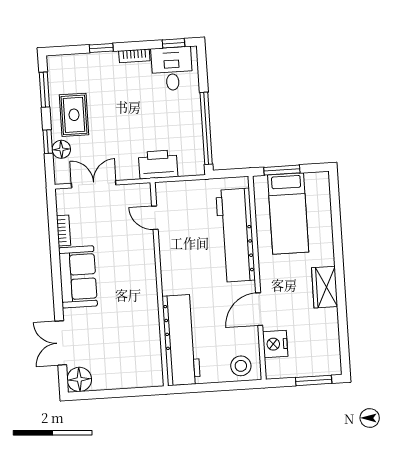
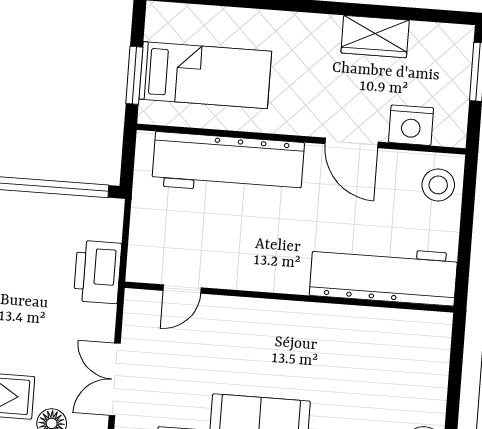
wardrobe: (325, 287) -> (375, 37), moved

